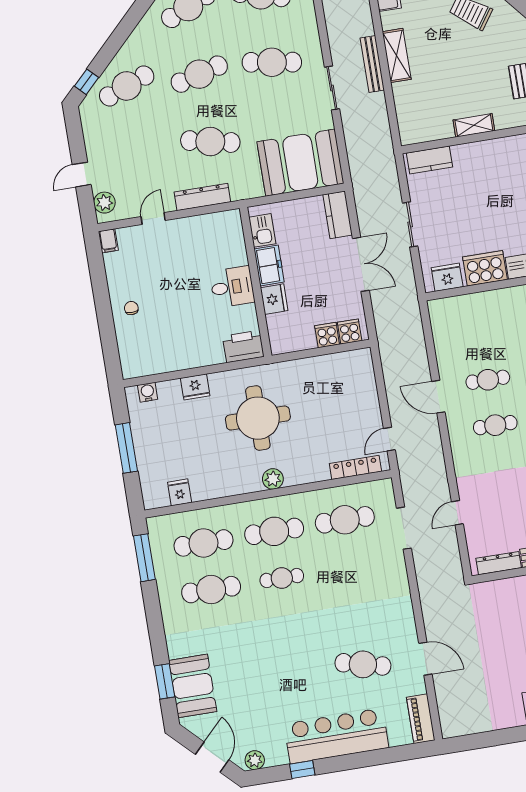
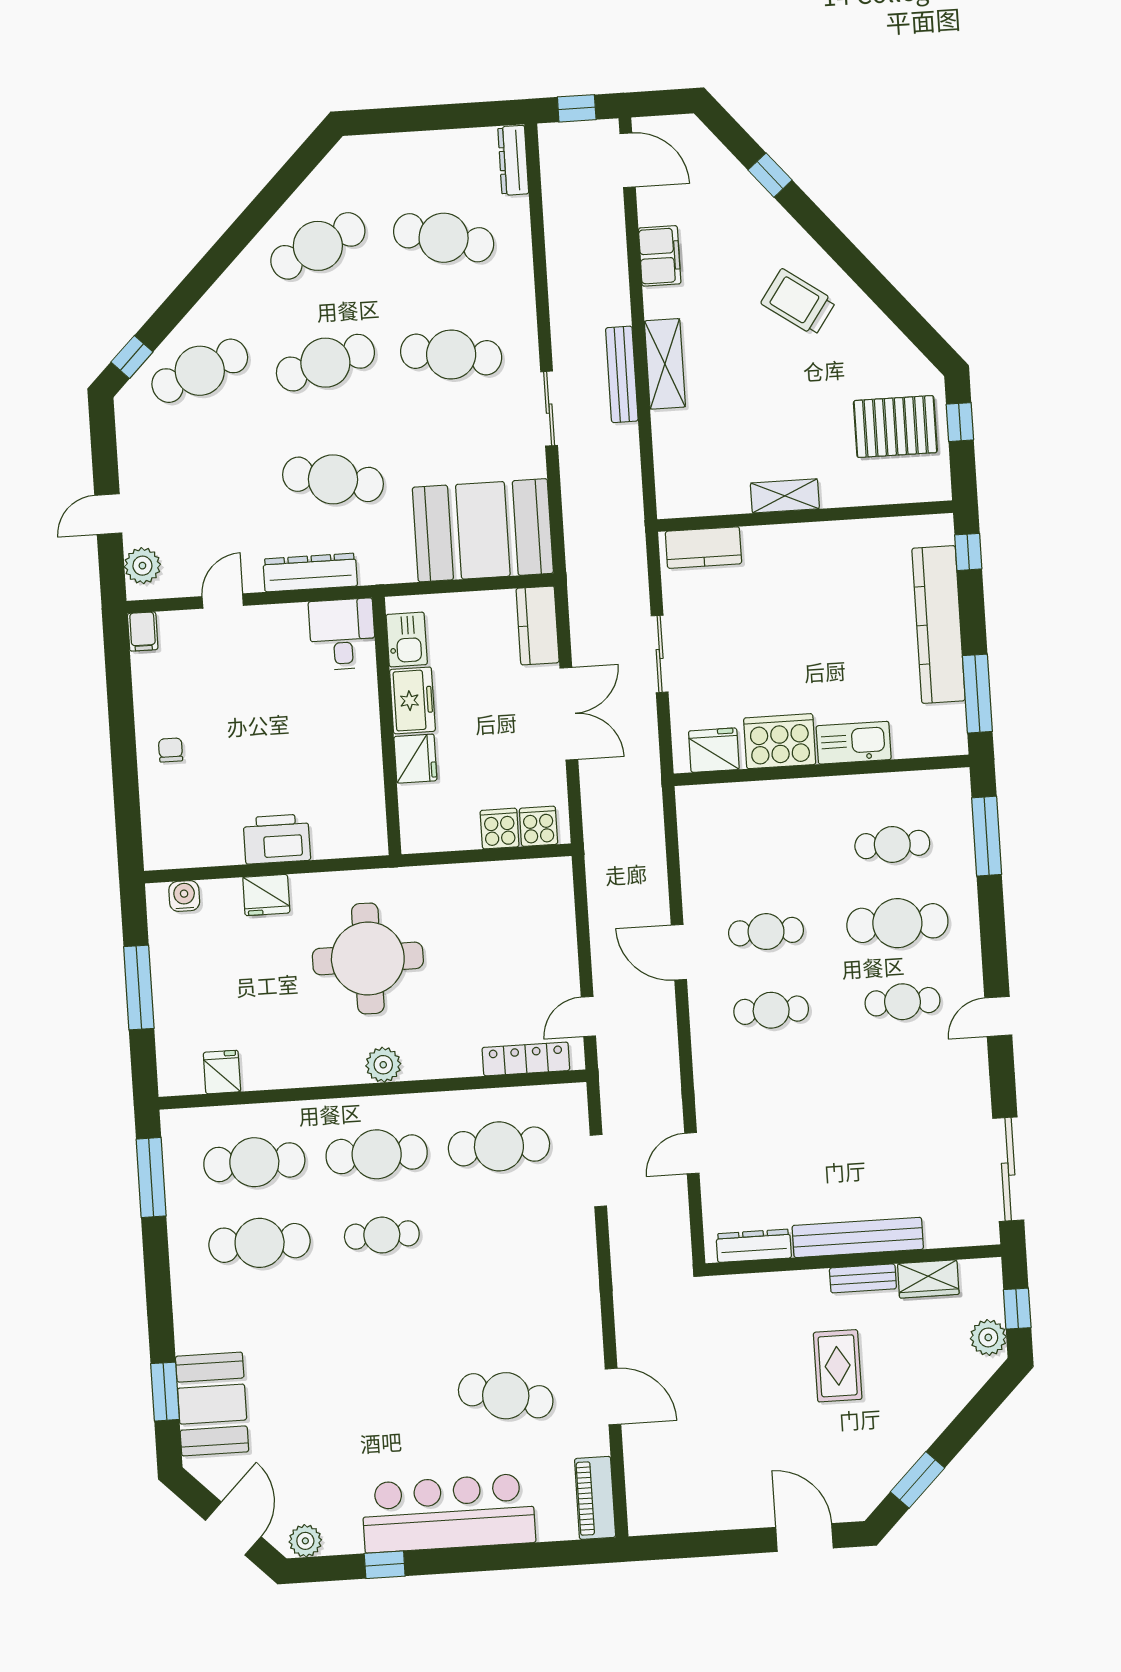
desk: (232, 287) -> (342, 634), moved, turned -90
printer: (243, 346) -> (277, 839), moved

